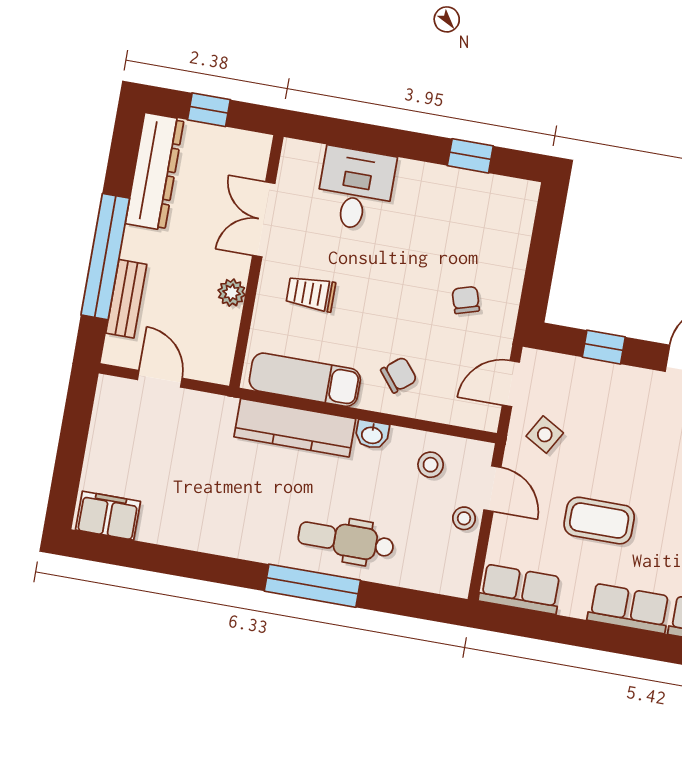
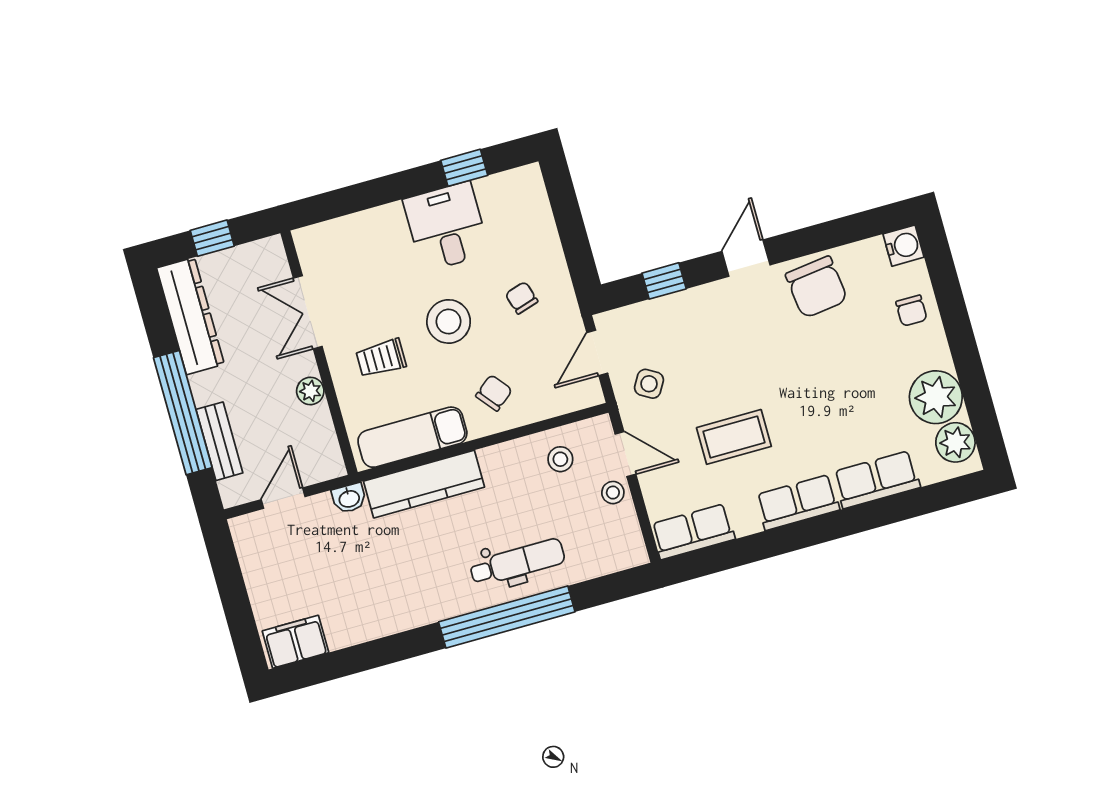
desk: (356, 189) -> (446, 227), moved
stool: (389, 290) -> (449, 321), added
door: (160, 379) -> (283, 498), hinge flipped
washbasin: (372, 435) -> (349, 498), moved
dental chair: (346, 540) -> (517, 562), turned 180
window: (312, 586) -> (507, 617), width x1.46

